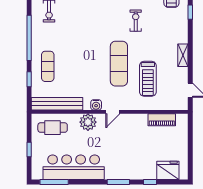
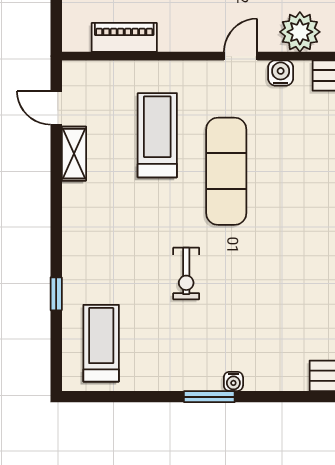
shelving: (183, 55) -> (74, 154), moved

